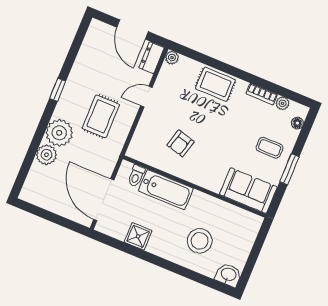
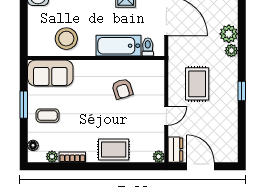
plant: (59, 133) -> (231, 51), width x0.53, depth x0.53
armchair: (181, 143) -> (122, 89), turned 147
stool: (200, 241) -> (66, 39), moved

